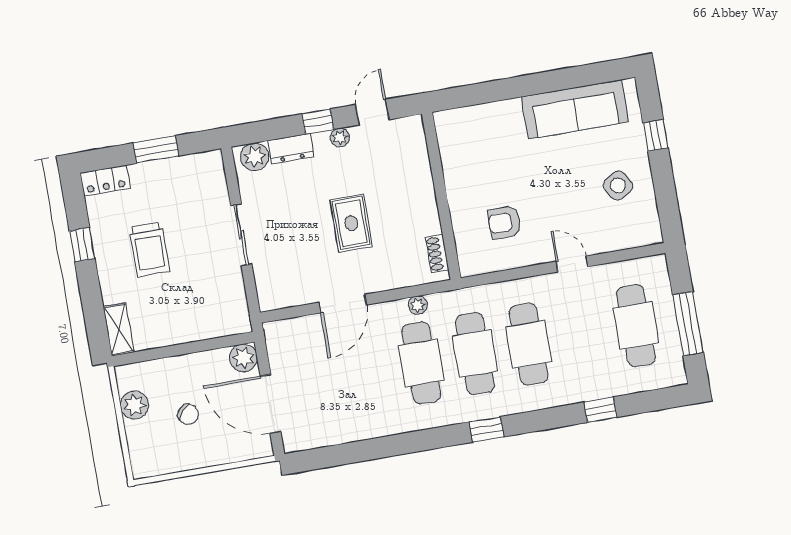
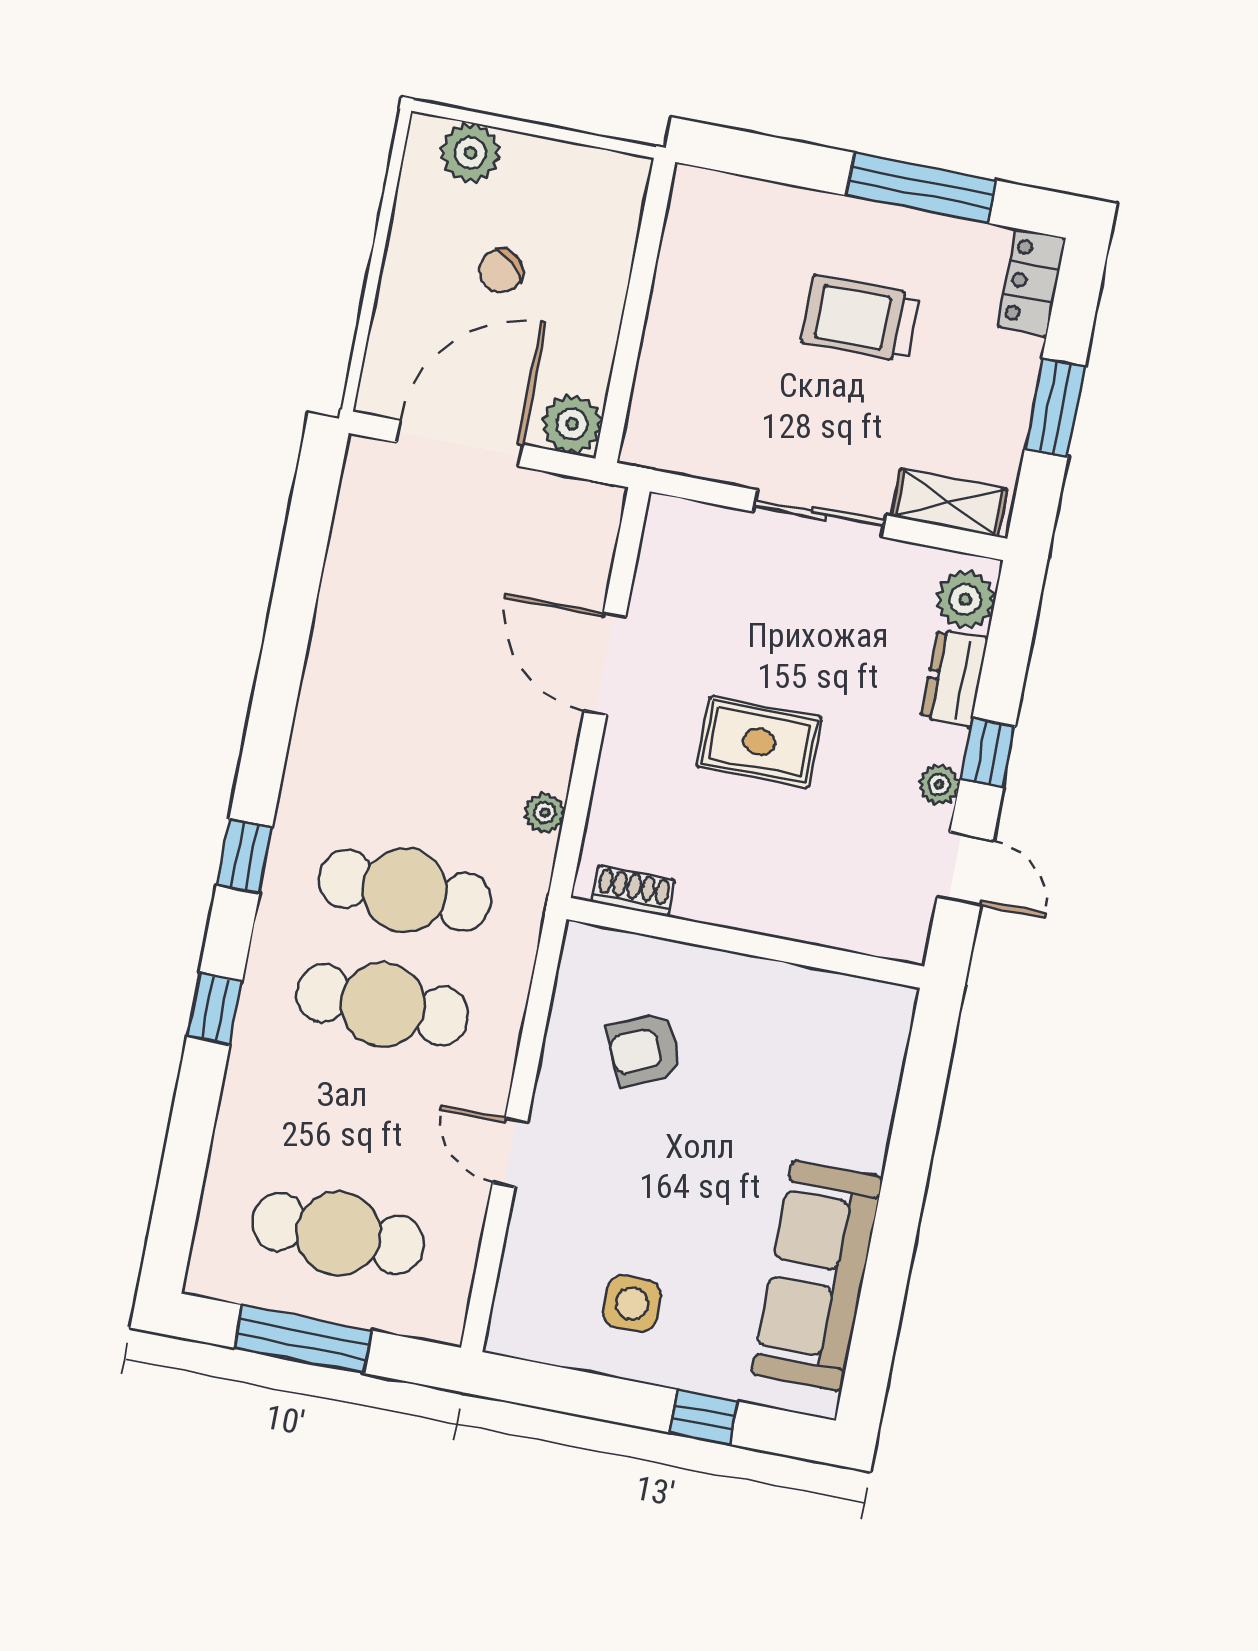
side table: (618, 186) -> (632, 1304), turned 30
armchair: (505, 222) -> (644, 1049), turned -114
window: (82, 245) -> (921, 188), width x2.17
door: (572, 264) -> (510, 1152), swing flipped
shelving: (119, 329) -> (949, 503), moved
cafe table: (421, 363) -> (427, 776), removed
plant: (134, 405) -> (470, 153), moved
window: (600, 410) -> (215, 1008), moved

